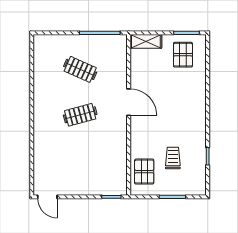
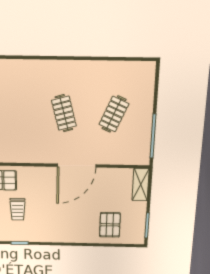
pallet: (183, 55) -> (110, 225), moved, turned 90
door: (129, 102) -> (77, 166), width x1.36
trolley: (173, 158) -> (18, 209), turned 90

